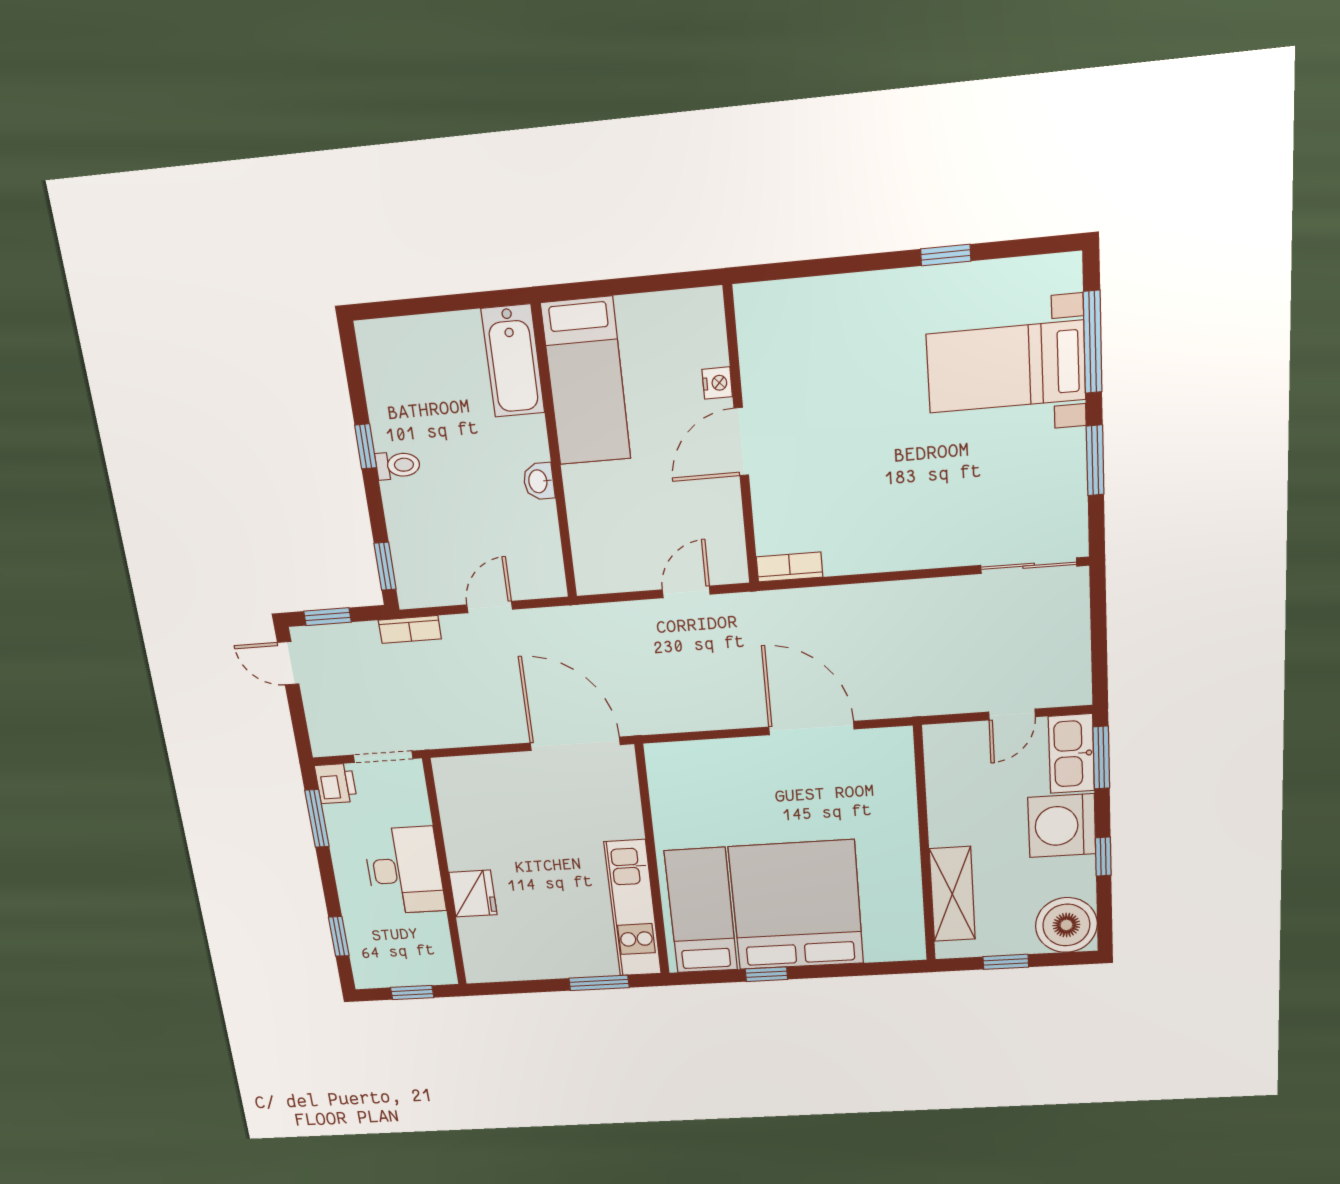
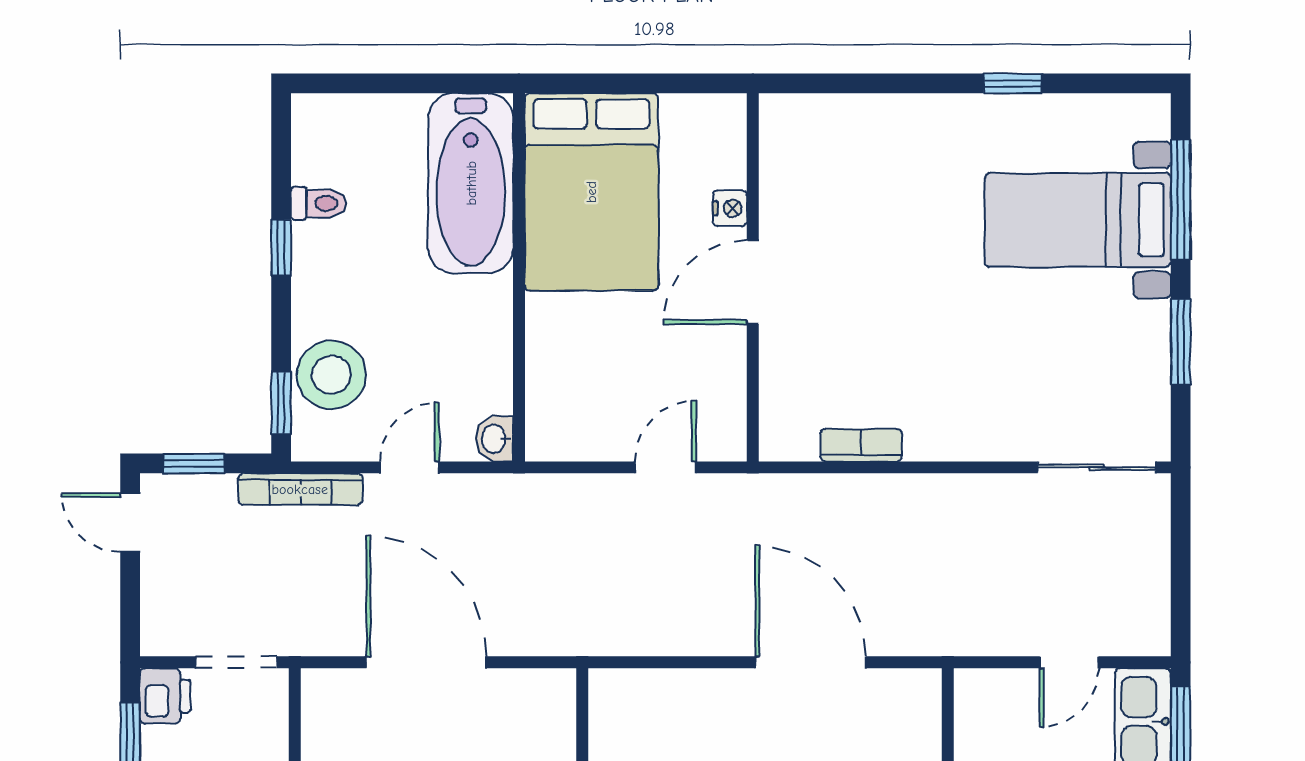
bathtub: (513, 361) -> (471, 183), width x1.36, depth x1.36
bed: (586, 381) -> (591, 192), width x1.50
toilet: (398, 465) -> (319, 203), moved
washbasin: (539, 481) -> (495, 439), moved
stool: (420, 542) -> (331, 375), added
bookcase: (790, 567) -> (861, 445), moved
bookcase: (410, 629) -> (300, 489), width x1.56
door: (575, 744) -> (426, 662), moved

